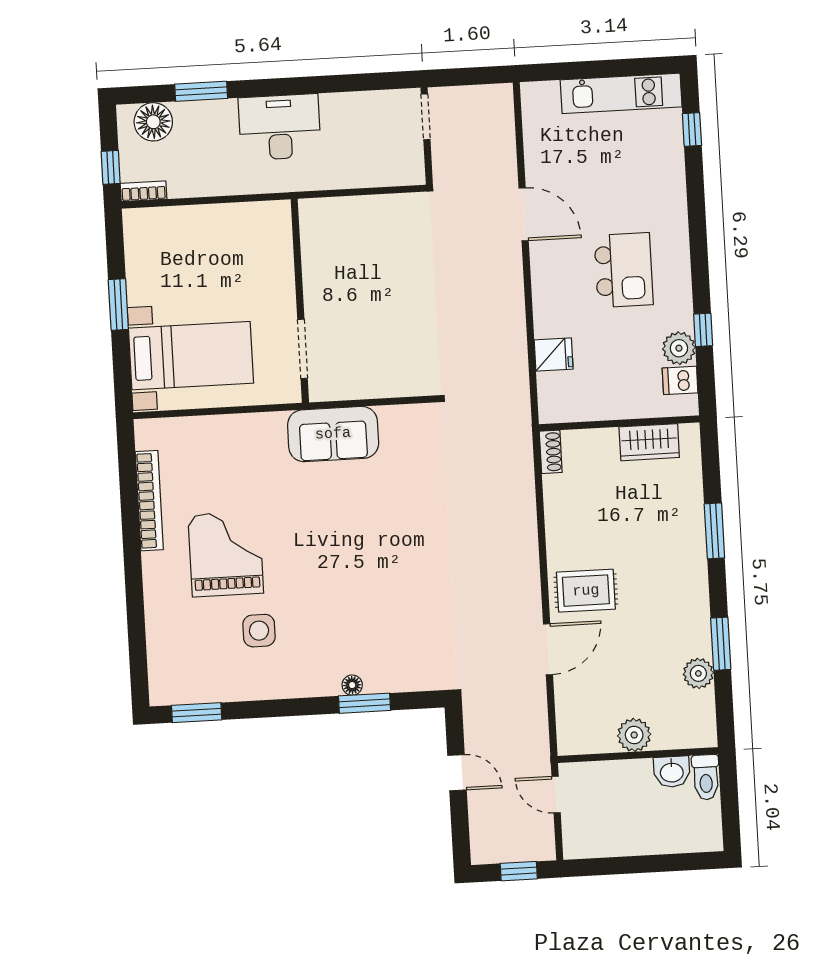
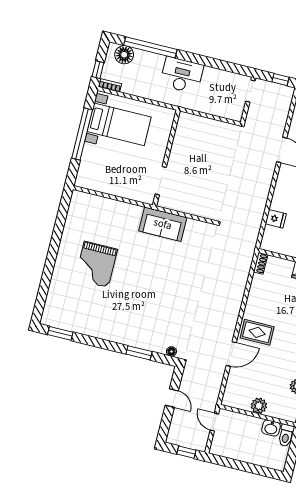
window: (478, 76) -> (281, 80), added
window: (201, 91) -> (150, 47), width x2.11
window: (118, 304) -> (82, 134), width x2.11
bed with nightstands: (191, 356) -> (119, 124), moved
bookcase: (149, 501) -> (69, 229), removed
grand piano: (226, 554) -> (96, 264), turned 180
side table: (259, 631) -> (101, 304), removed
floor lamp: (352, 685) -> (171, 351), moved

